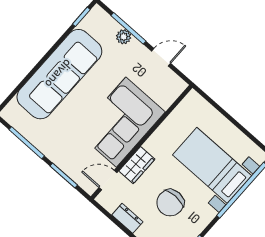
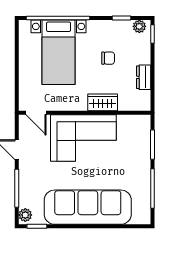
plant: (124, 37) -> (25, 215), moved
door: (108, 180) -> (36, 113), moved
chair: (170, 203) -> (108, 58), width x0.54, depth x0.54

